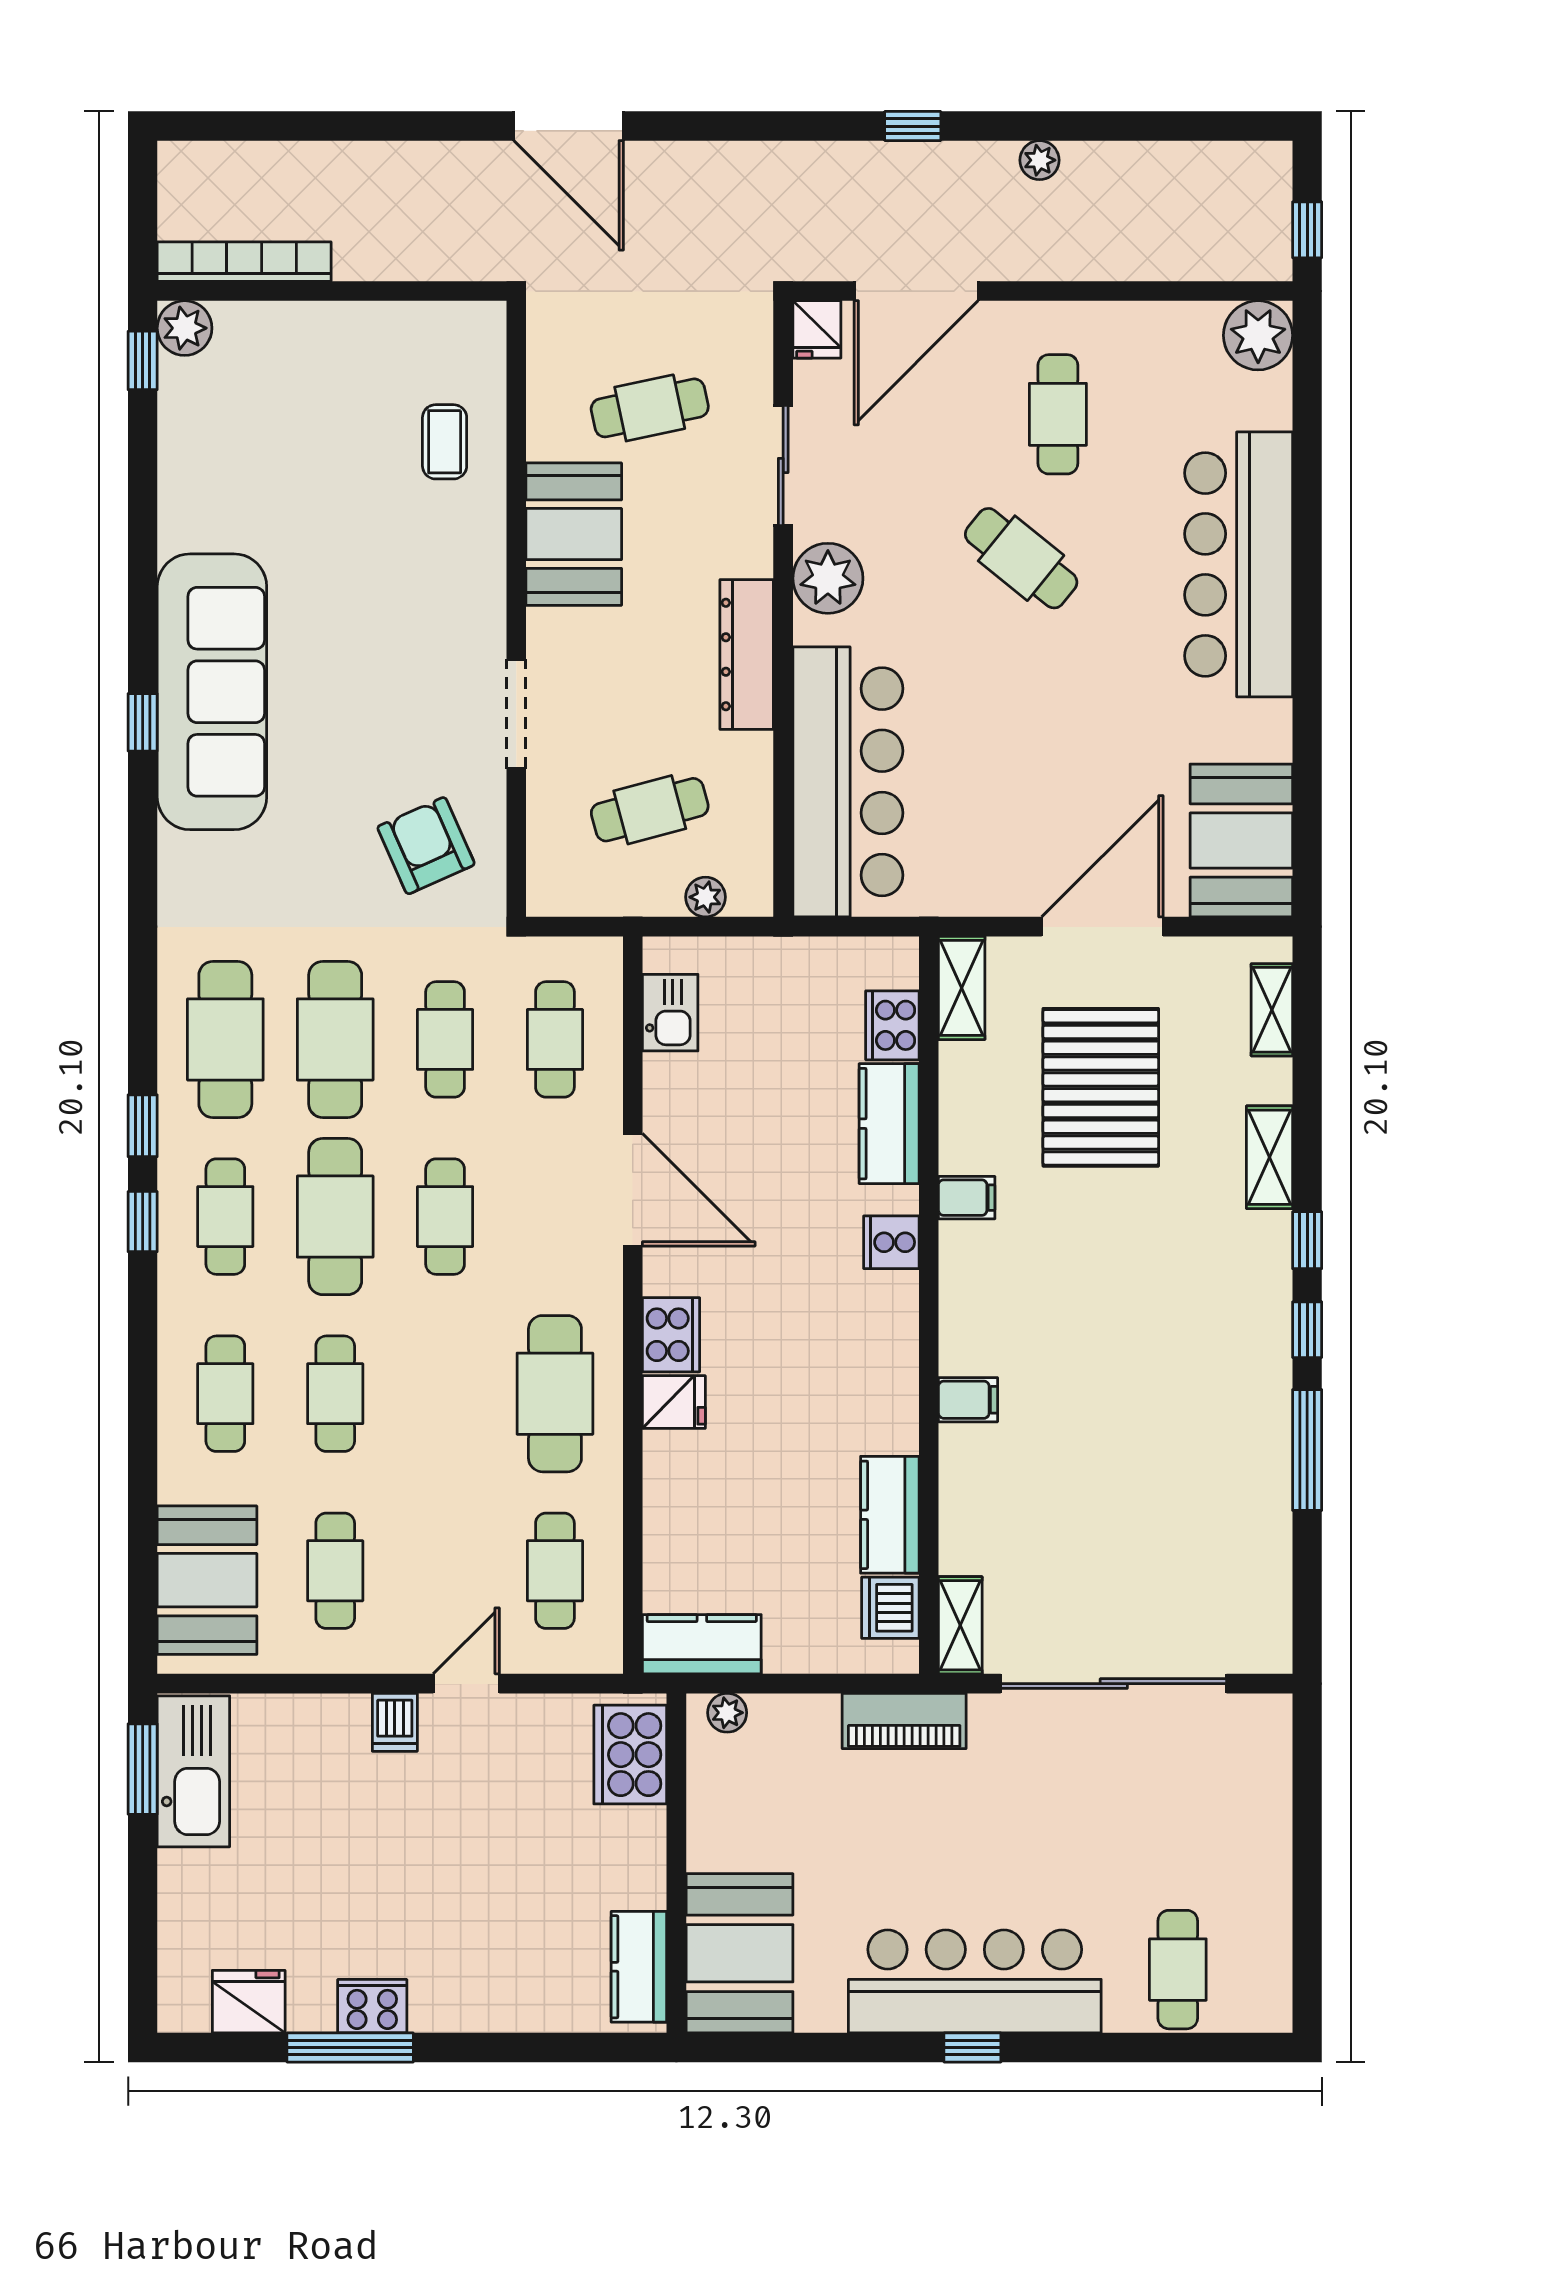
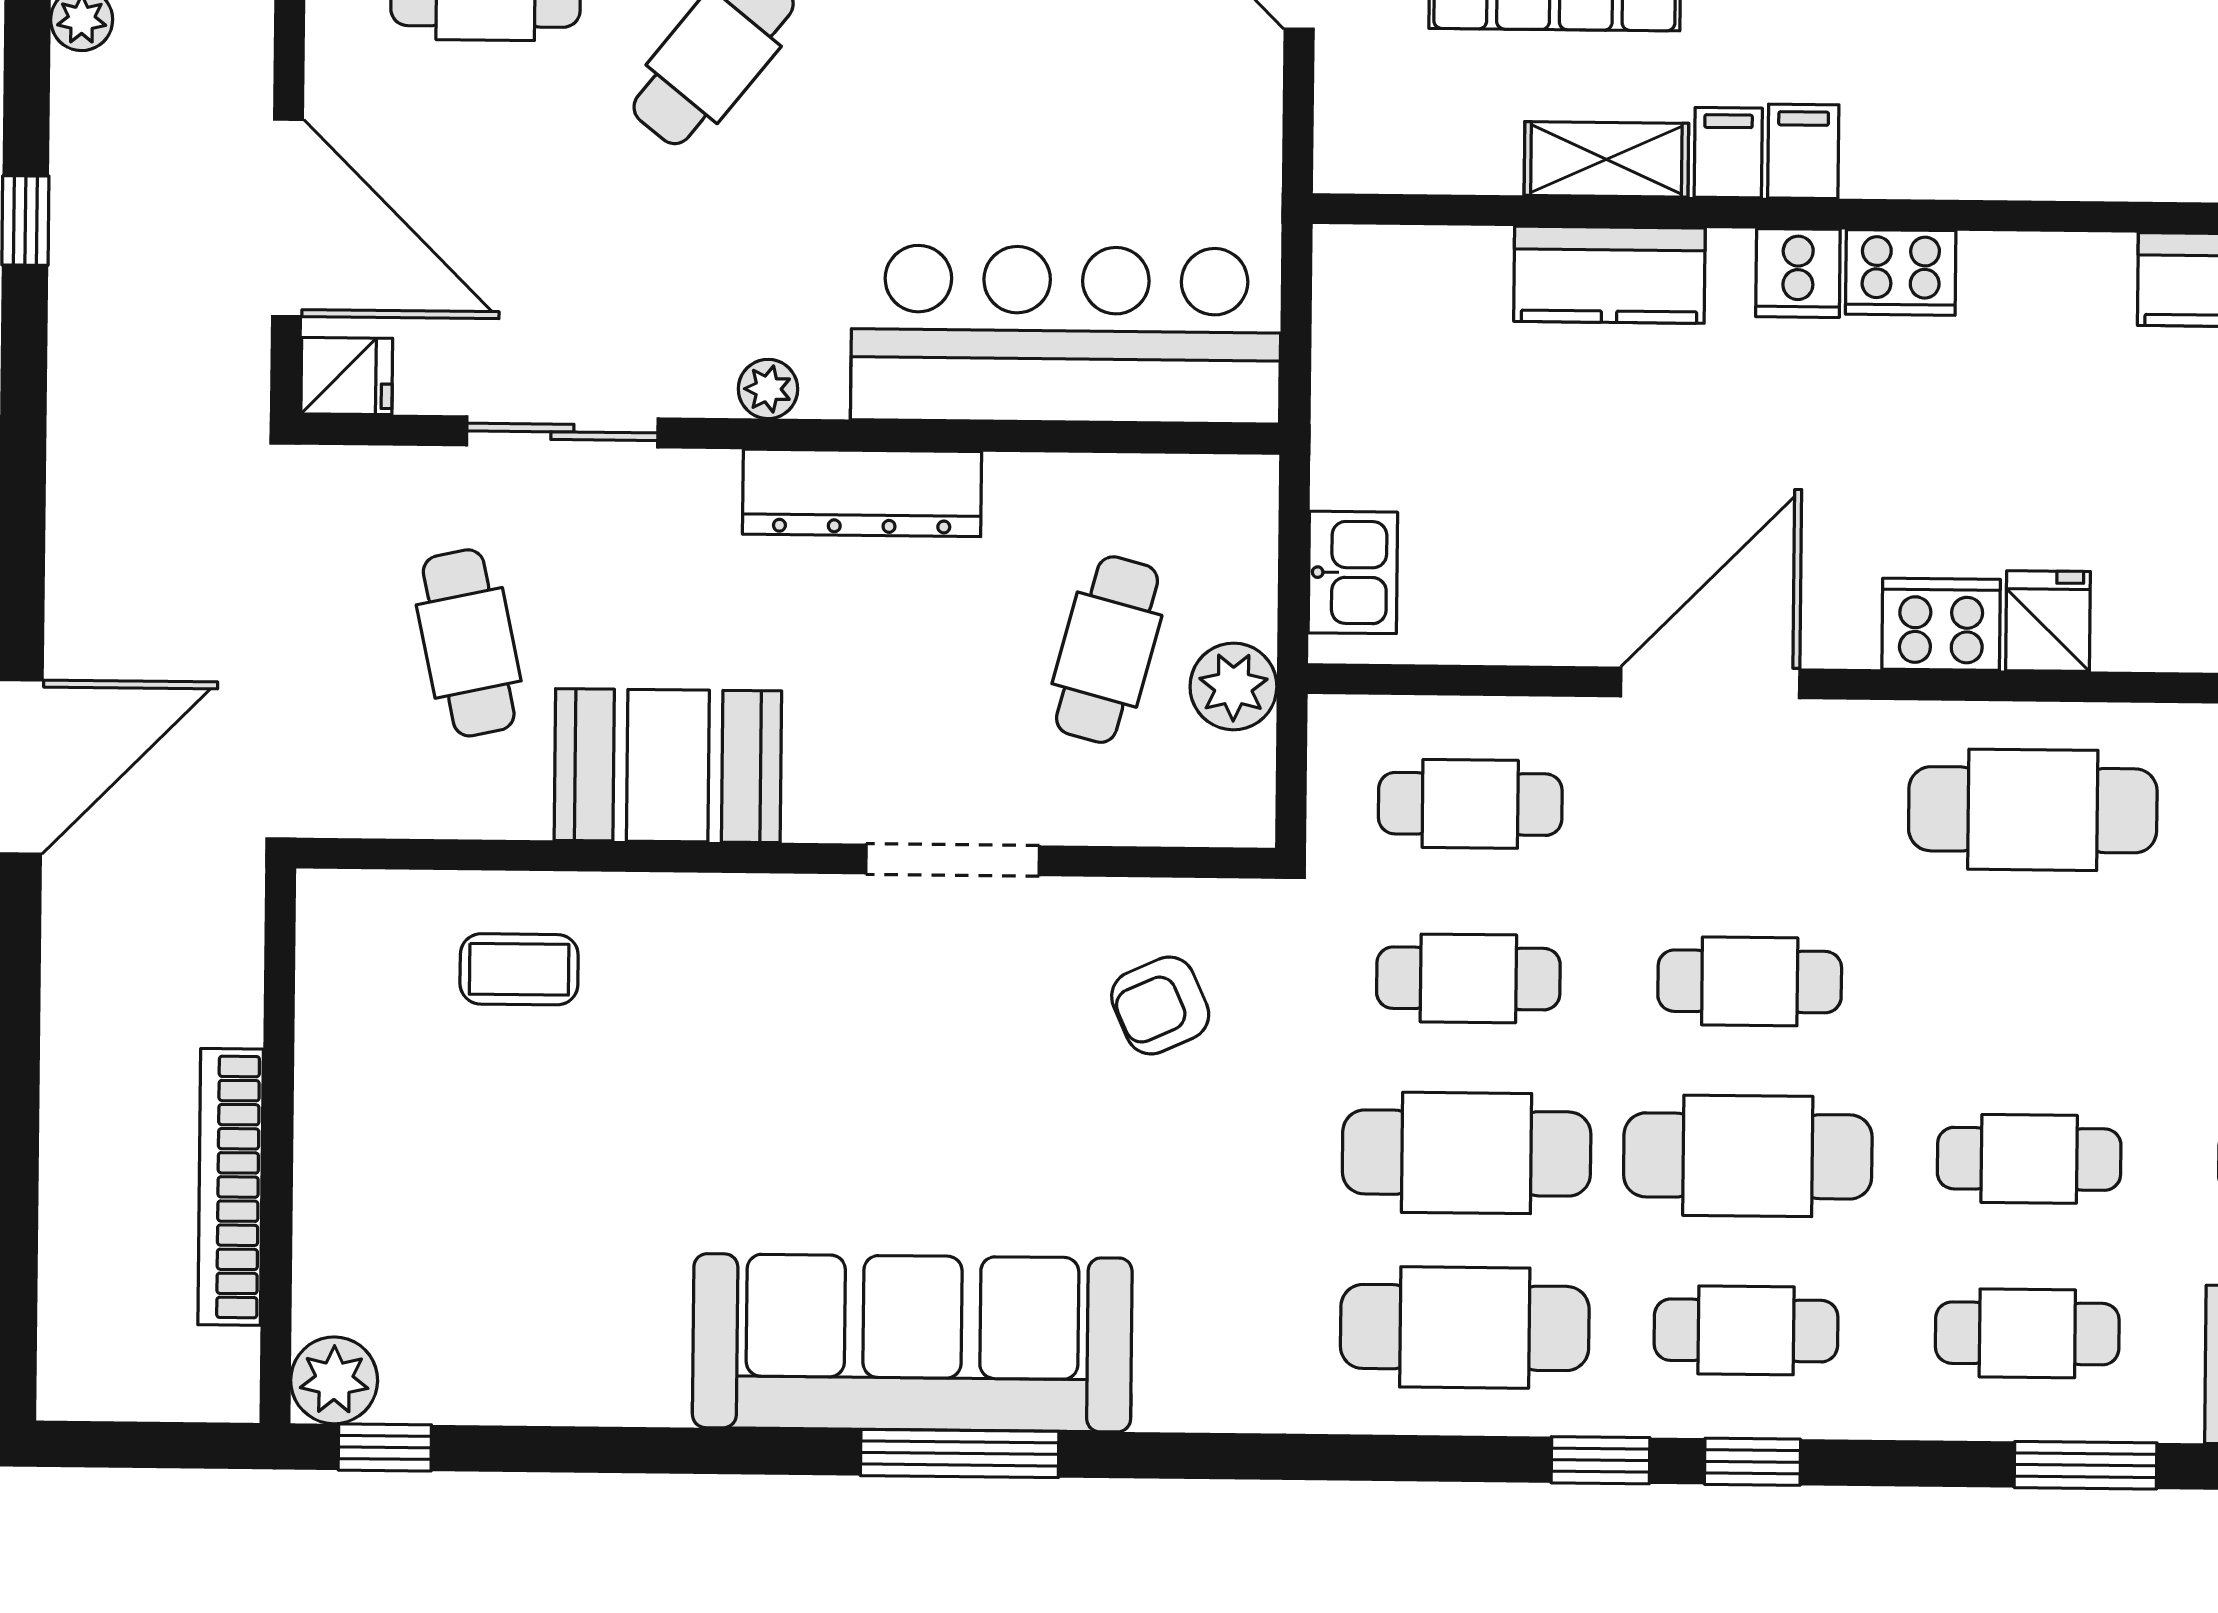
bookcase: (244, 262) -> (231, 1187), moved
plant: (828, 578) -> (768, 389), width x0.53, depth x0.53
window: (143, 722) -> (960, 1453), width x2.17
cafe table: (650, 810) -> (1107, 650), turned 30
armchair: (426, 846) -> (1160, 1005), width x0.72, depth x0.72
plant: (705, 897) -> (1233, 686), moved, width x1.38, depth x1.38
shelving: (962, 988) -> (1606, 159), moved
kitchen sink: (670, 1013) -> (1353, 572), moved, turned 90
cooker: (892, 1025) -> (1901, 272), moved
filing cabinet: (968, 1400) -> (1803, 151), moved
window: (143, 1431) -> (2086, 1465), added

